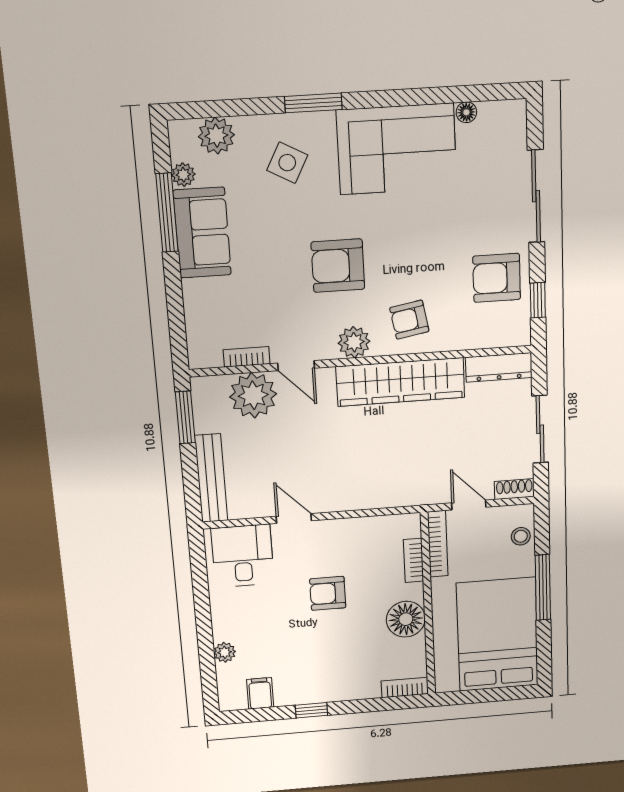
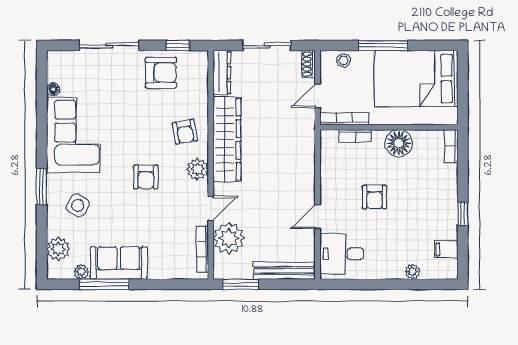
armchair: (338, 266) -> (146, 177), width x0.72, depth x0.72
armchair: (497, 278) -> (161, 73), turned -90
bookcase: (247, 357) -> (202, 249), width x1.56

